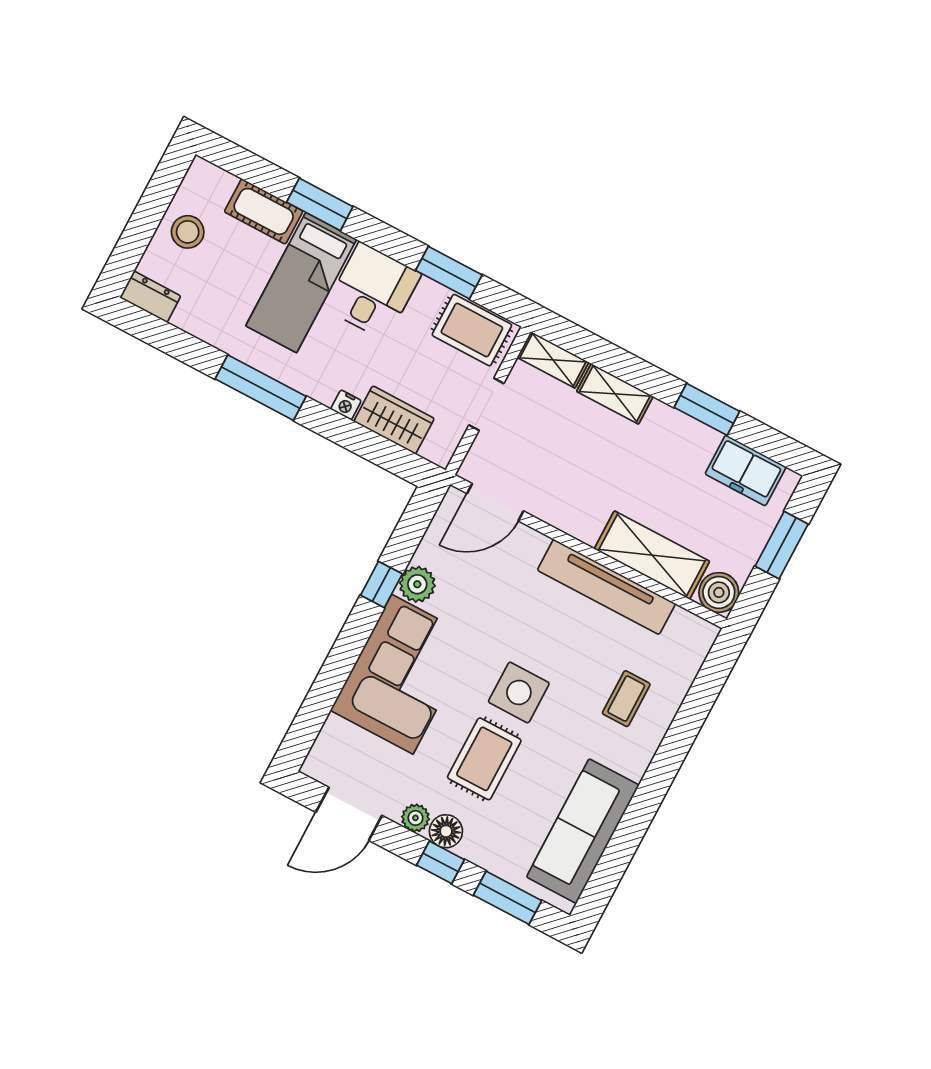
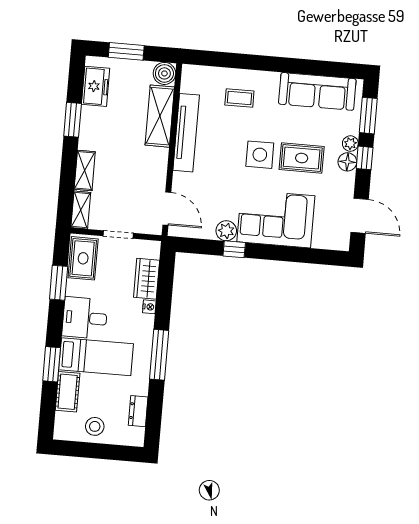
dresser: (150, 297) -> (138, 411), moved
plant: (415, 818) -> (350, 144), moved

